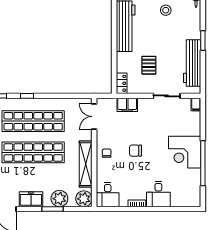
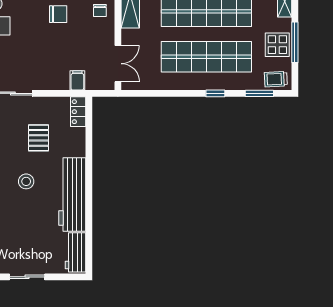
stool: (166, 10) -> (26, 181), moved
filing cabinet: (127, 105) -> (77, 80), width x0.50

